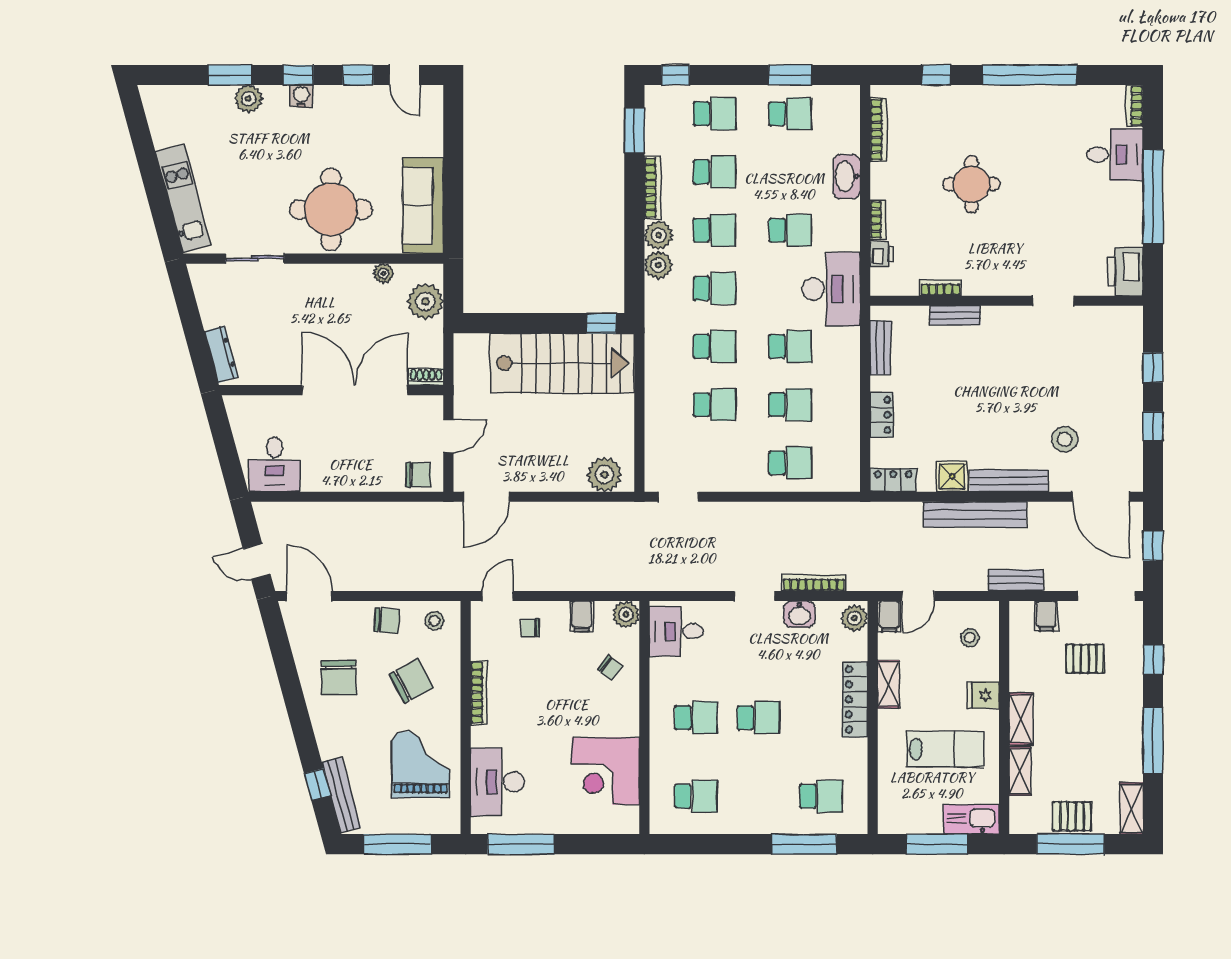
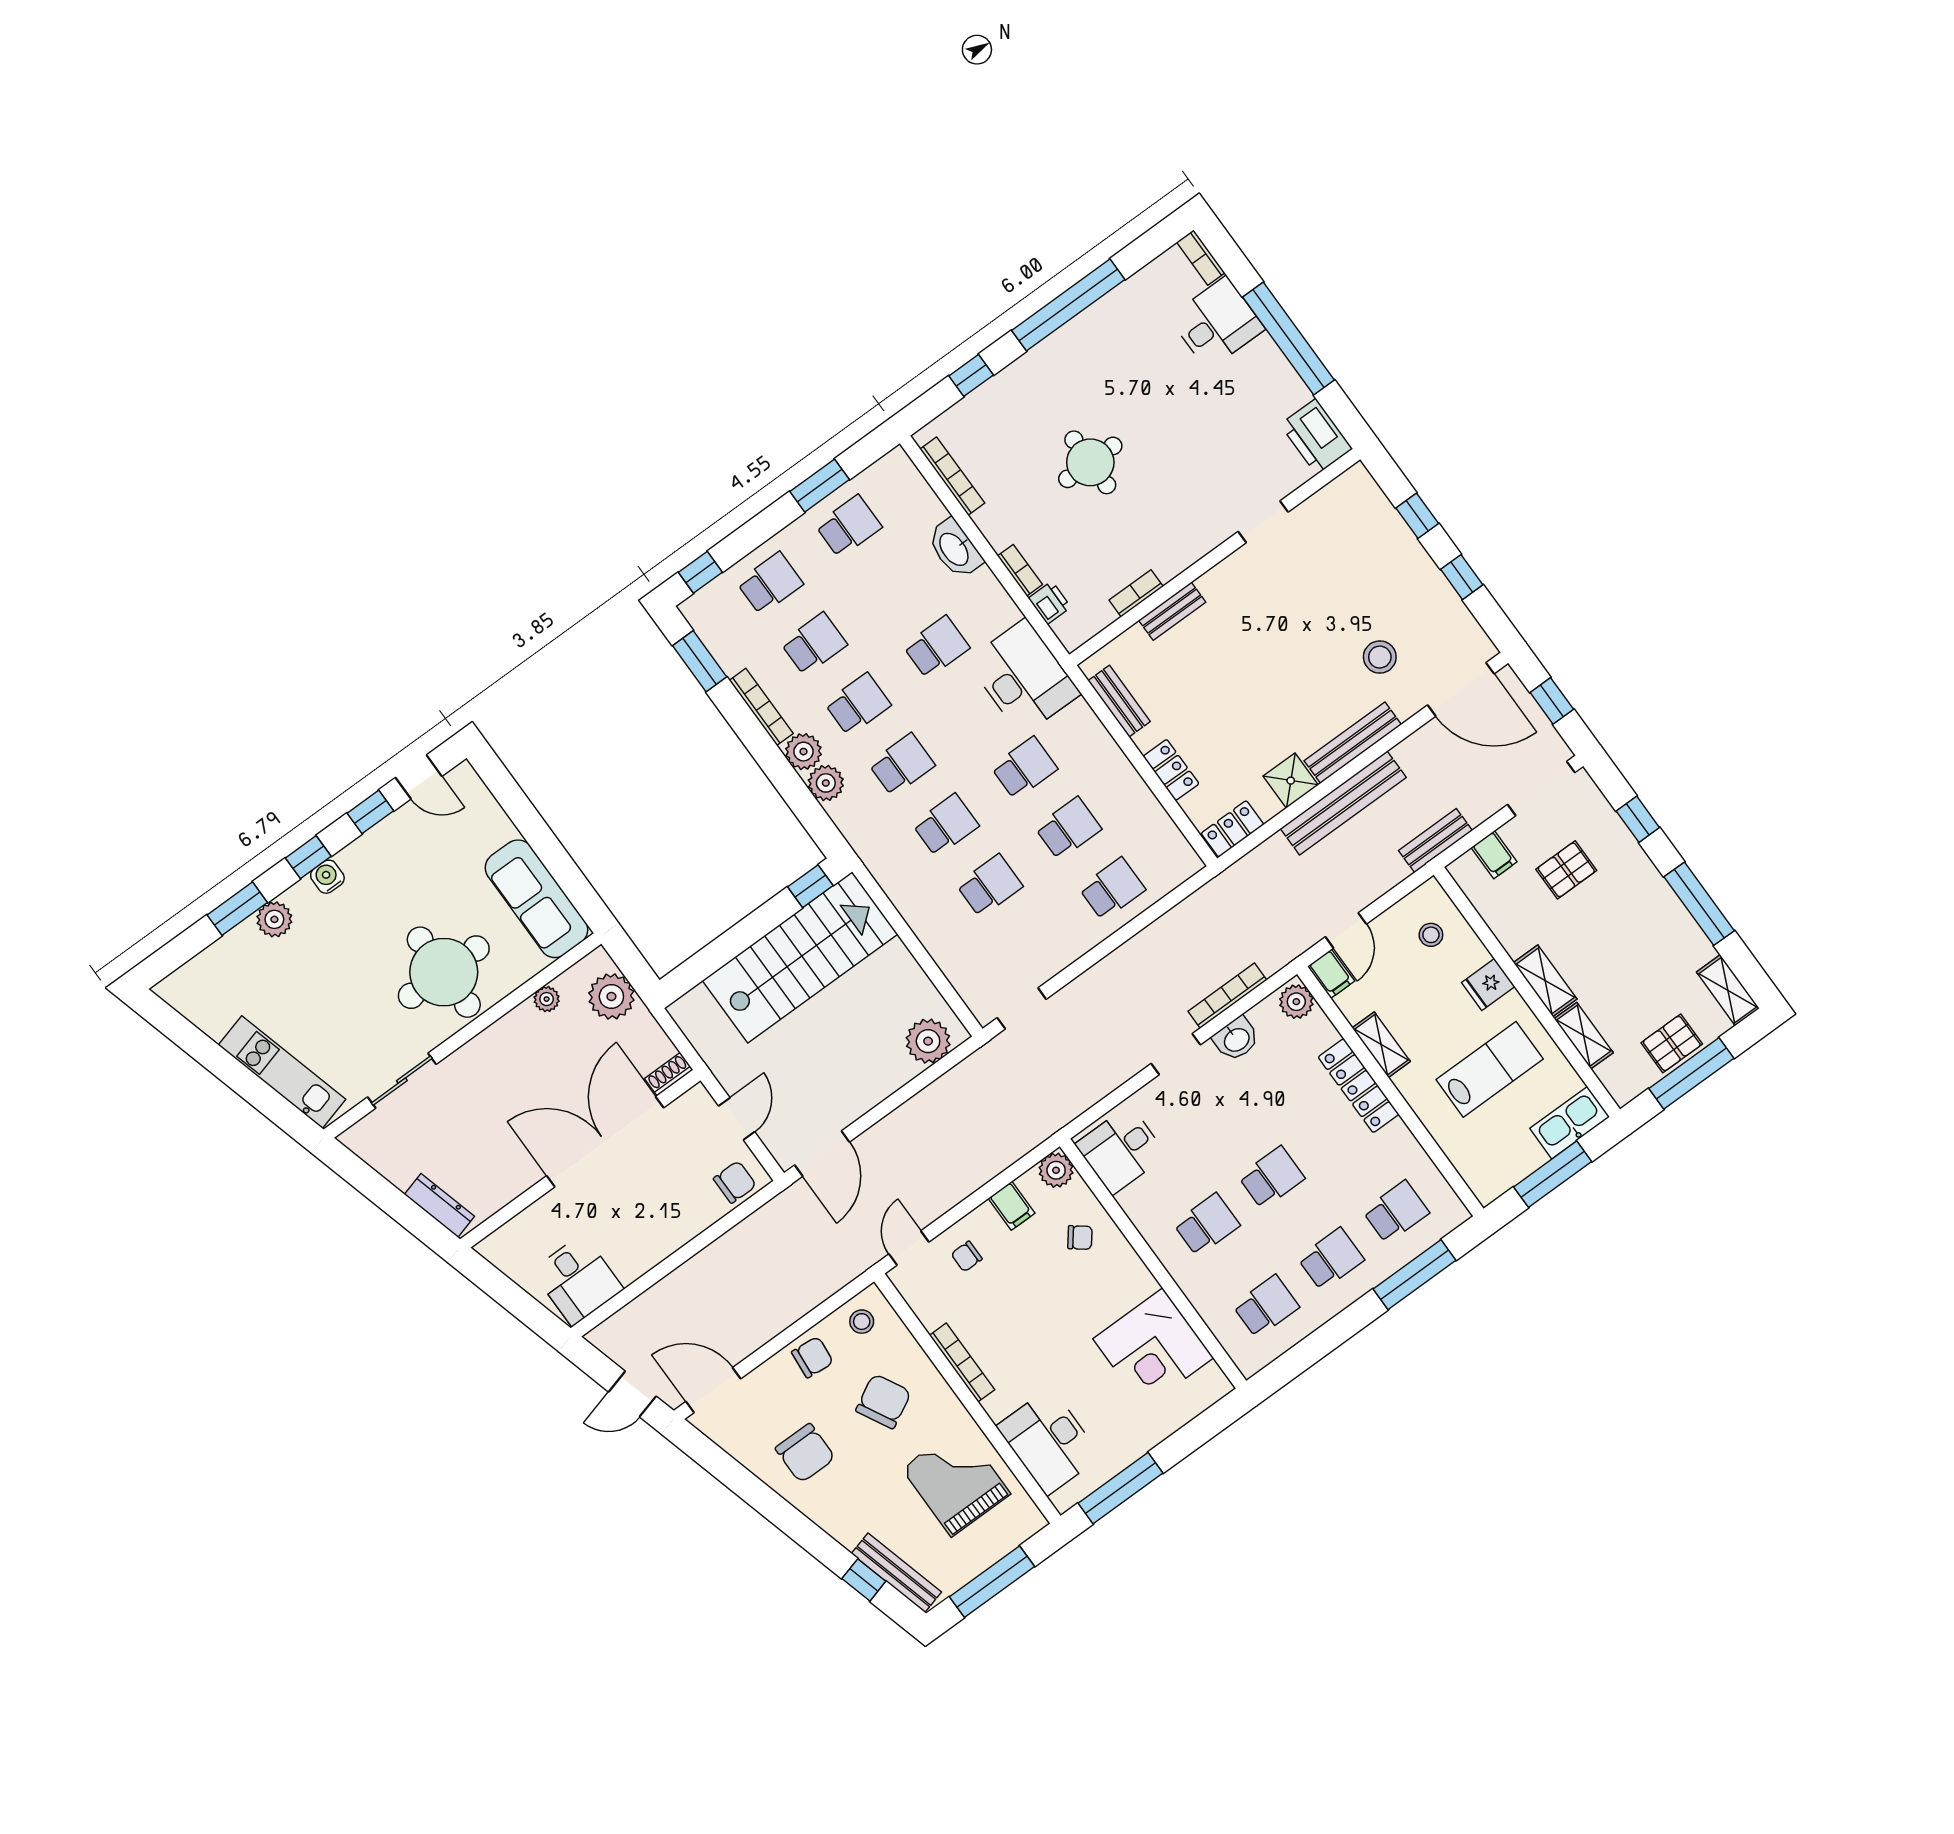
school desk: (758, 796) -> (1331, 1259), added

